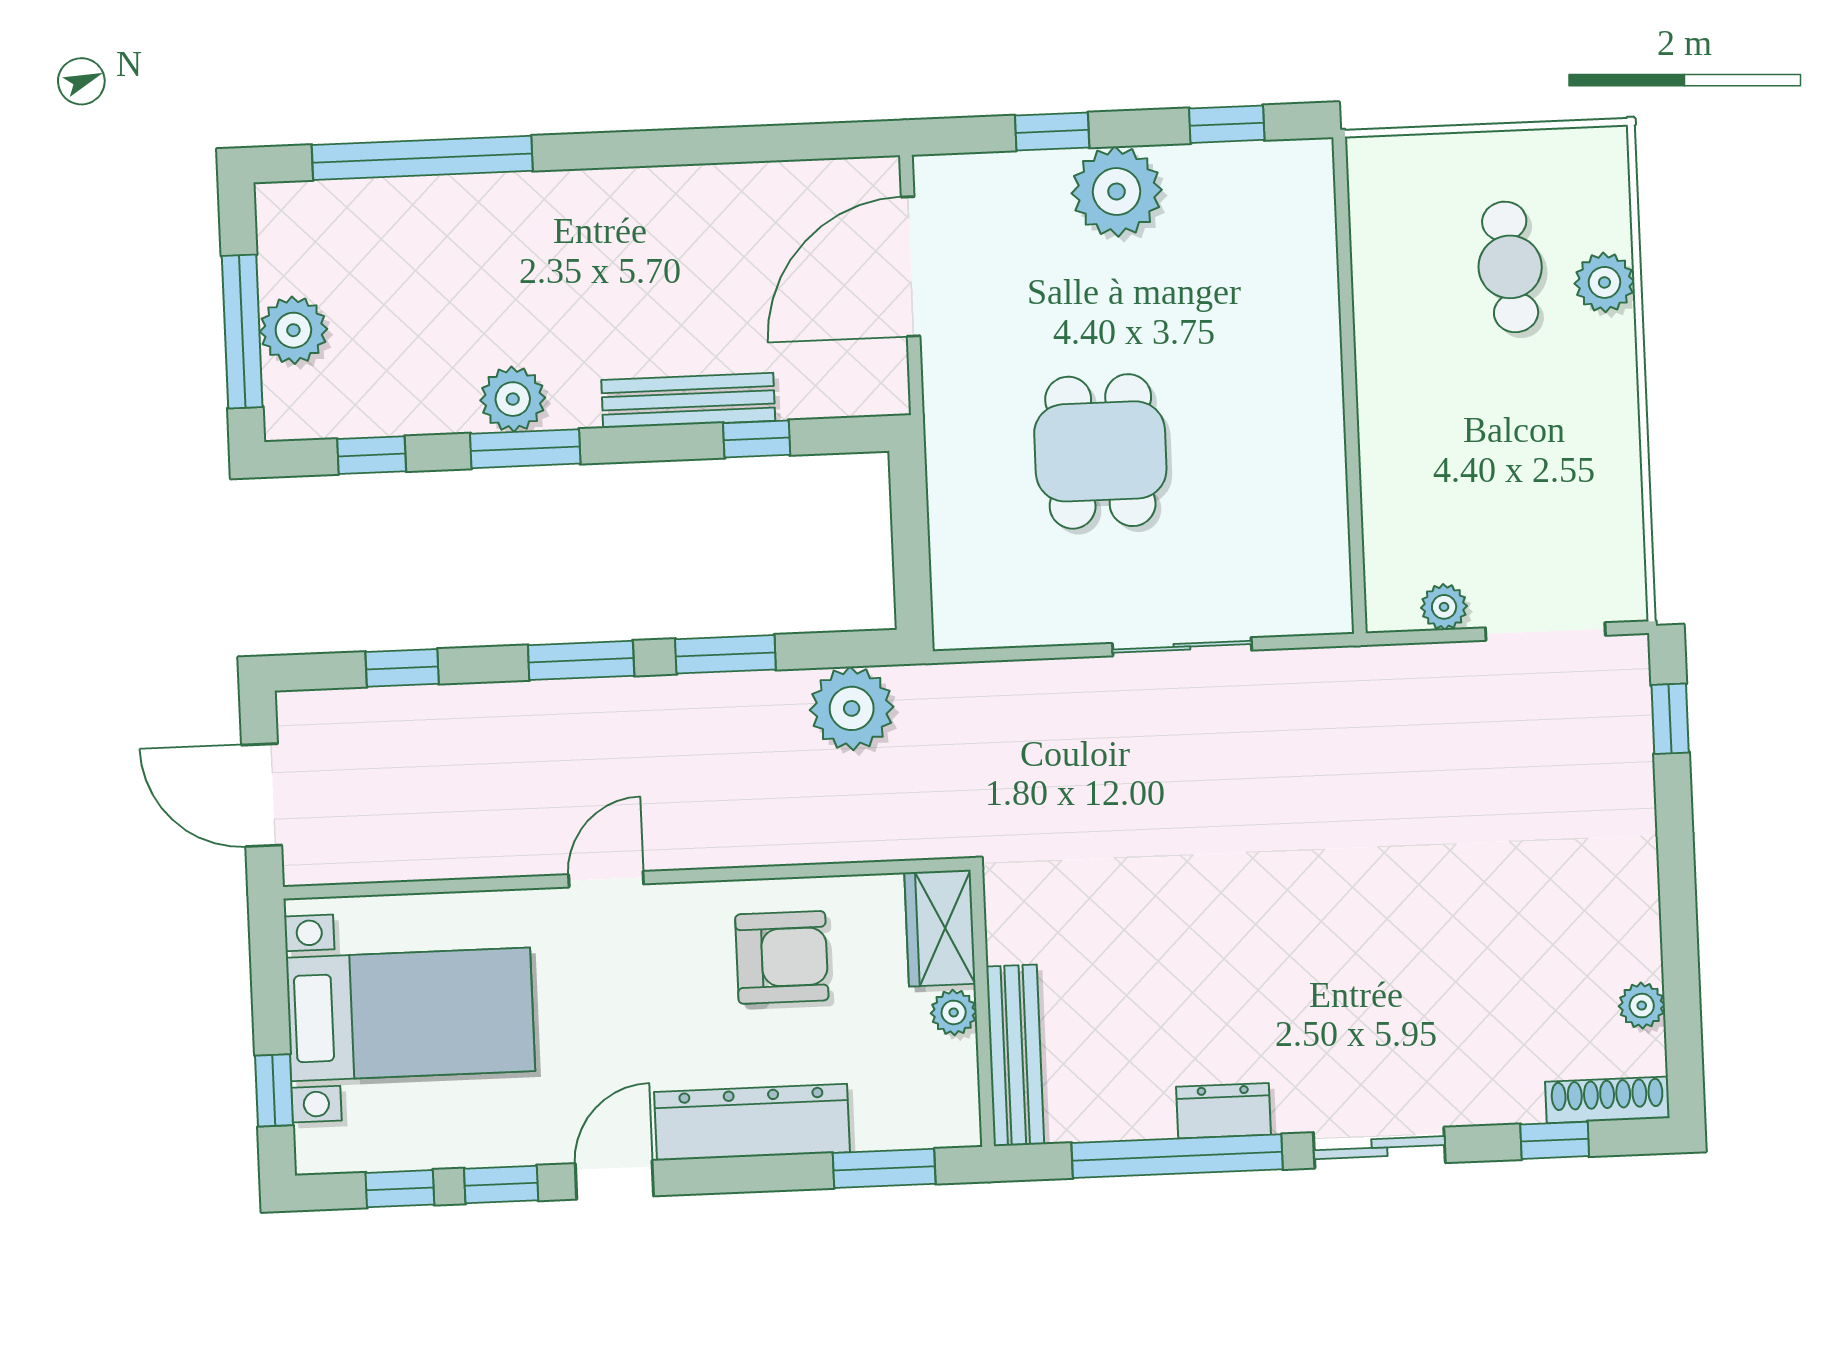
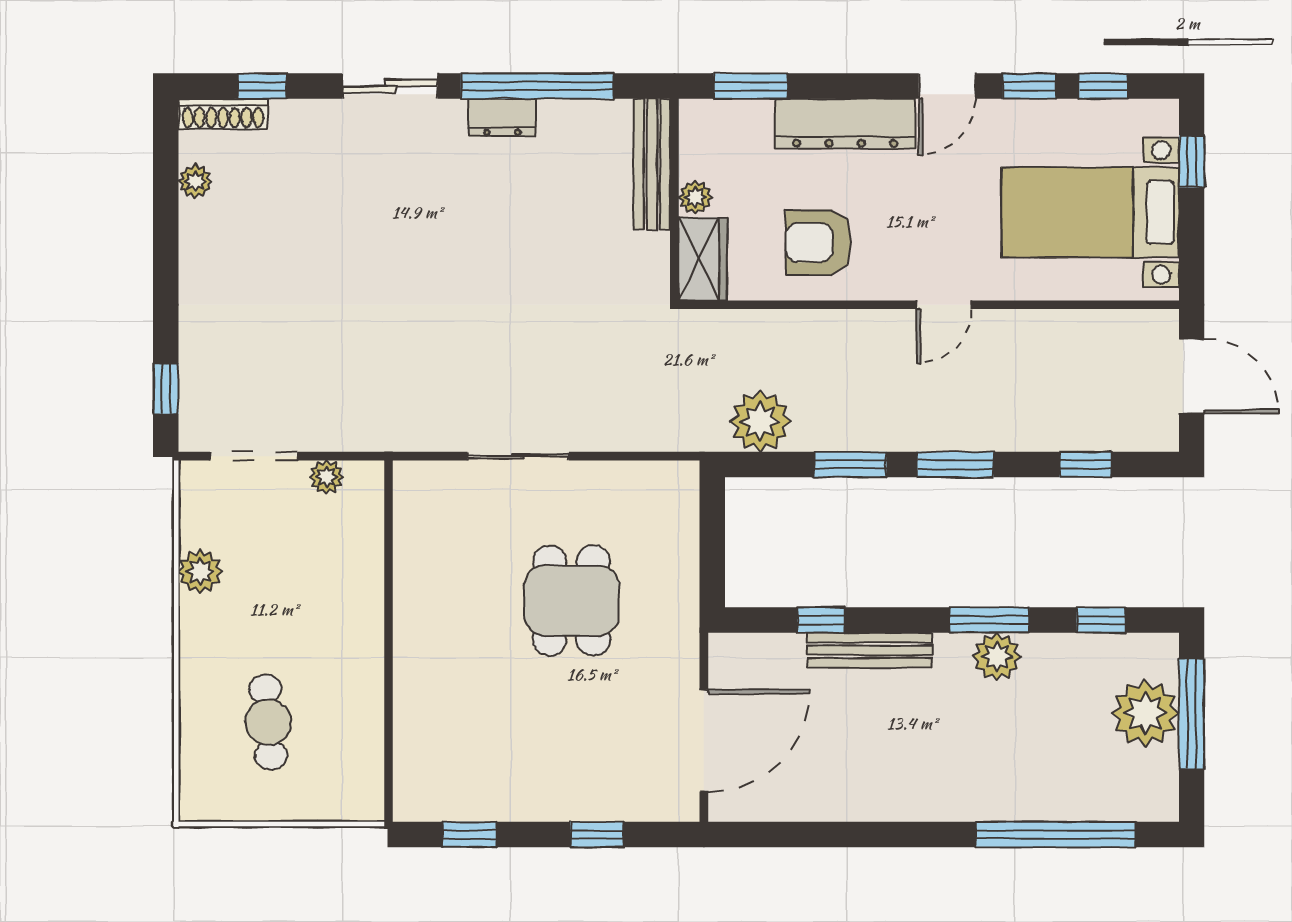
plant: (1117, 192) -> (552, 789), removed
plant: (1604, 282) -> (200, 571), moved
plant: (293, 330) -> (1145, 713), width x1.36, depth x1.36

